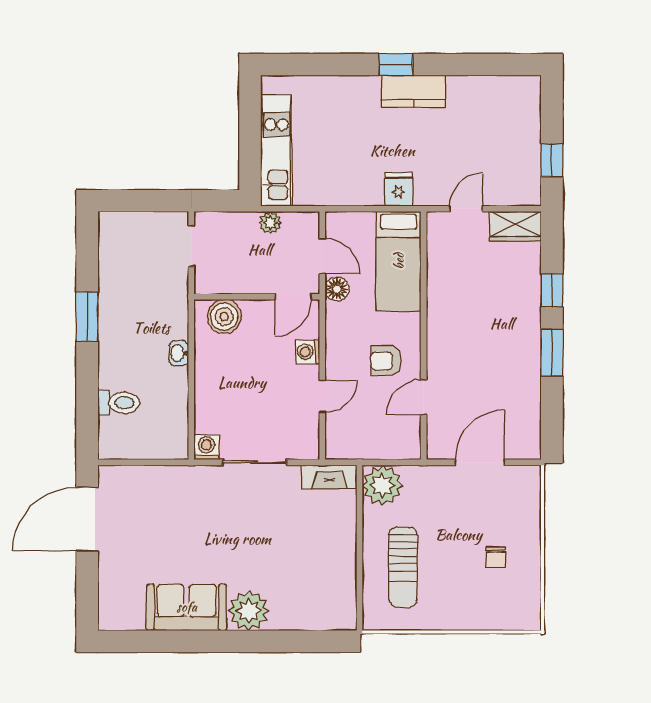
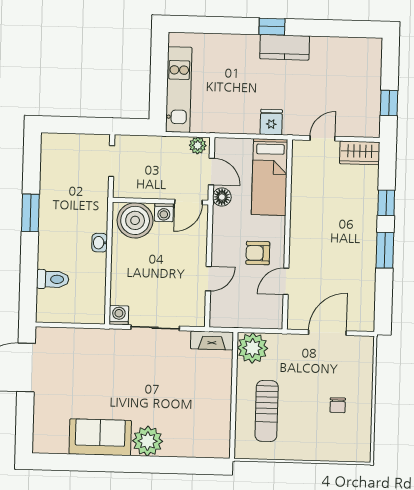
plant: (270, 223) -> (198, 145), moved
boiler: (224, 317) -> (135, 220), width x1.37, depth x1.37
washing machine: (308, 352) -> (164, 213), moved, turned -90

